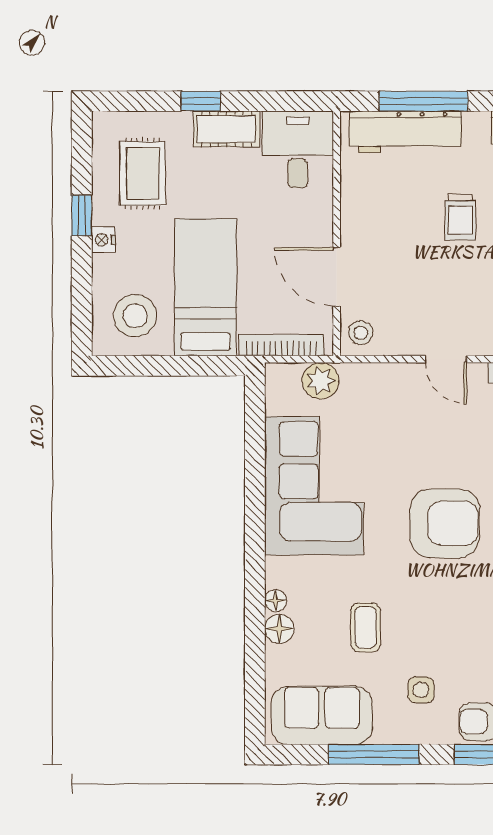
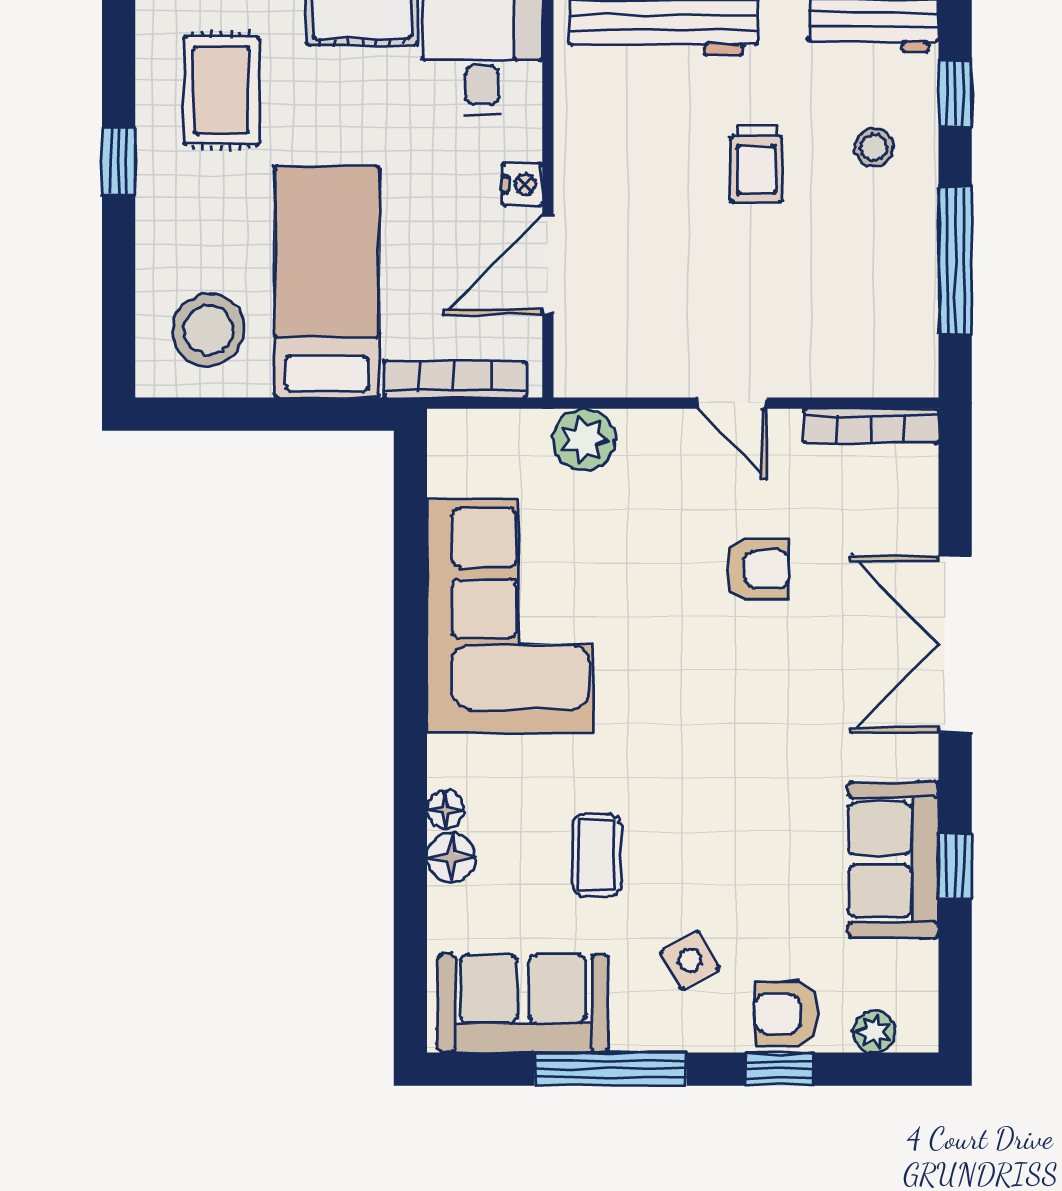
nightstand: (103, 240) -> (522, 184), moved, turned 180
door: (337, 277) -> (548, 265), hinge flipped
stool: (361, 333) -> (589, 358), removed
plant: (321, 381) -> (584, 440), moved
armchair: (445, 523) -> (758, 569), moved, width x0.53, depth x0.53
side table: (421, 690) -> (690, 960), turned -30

